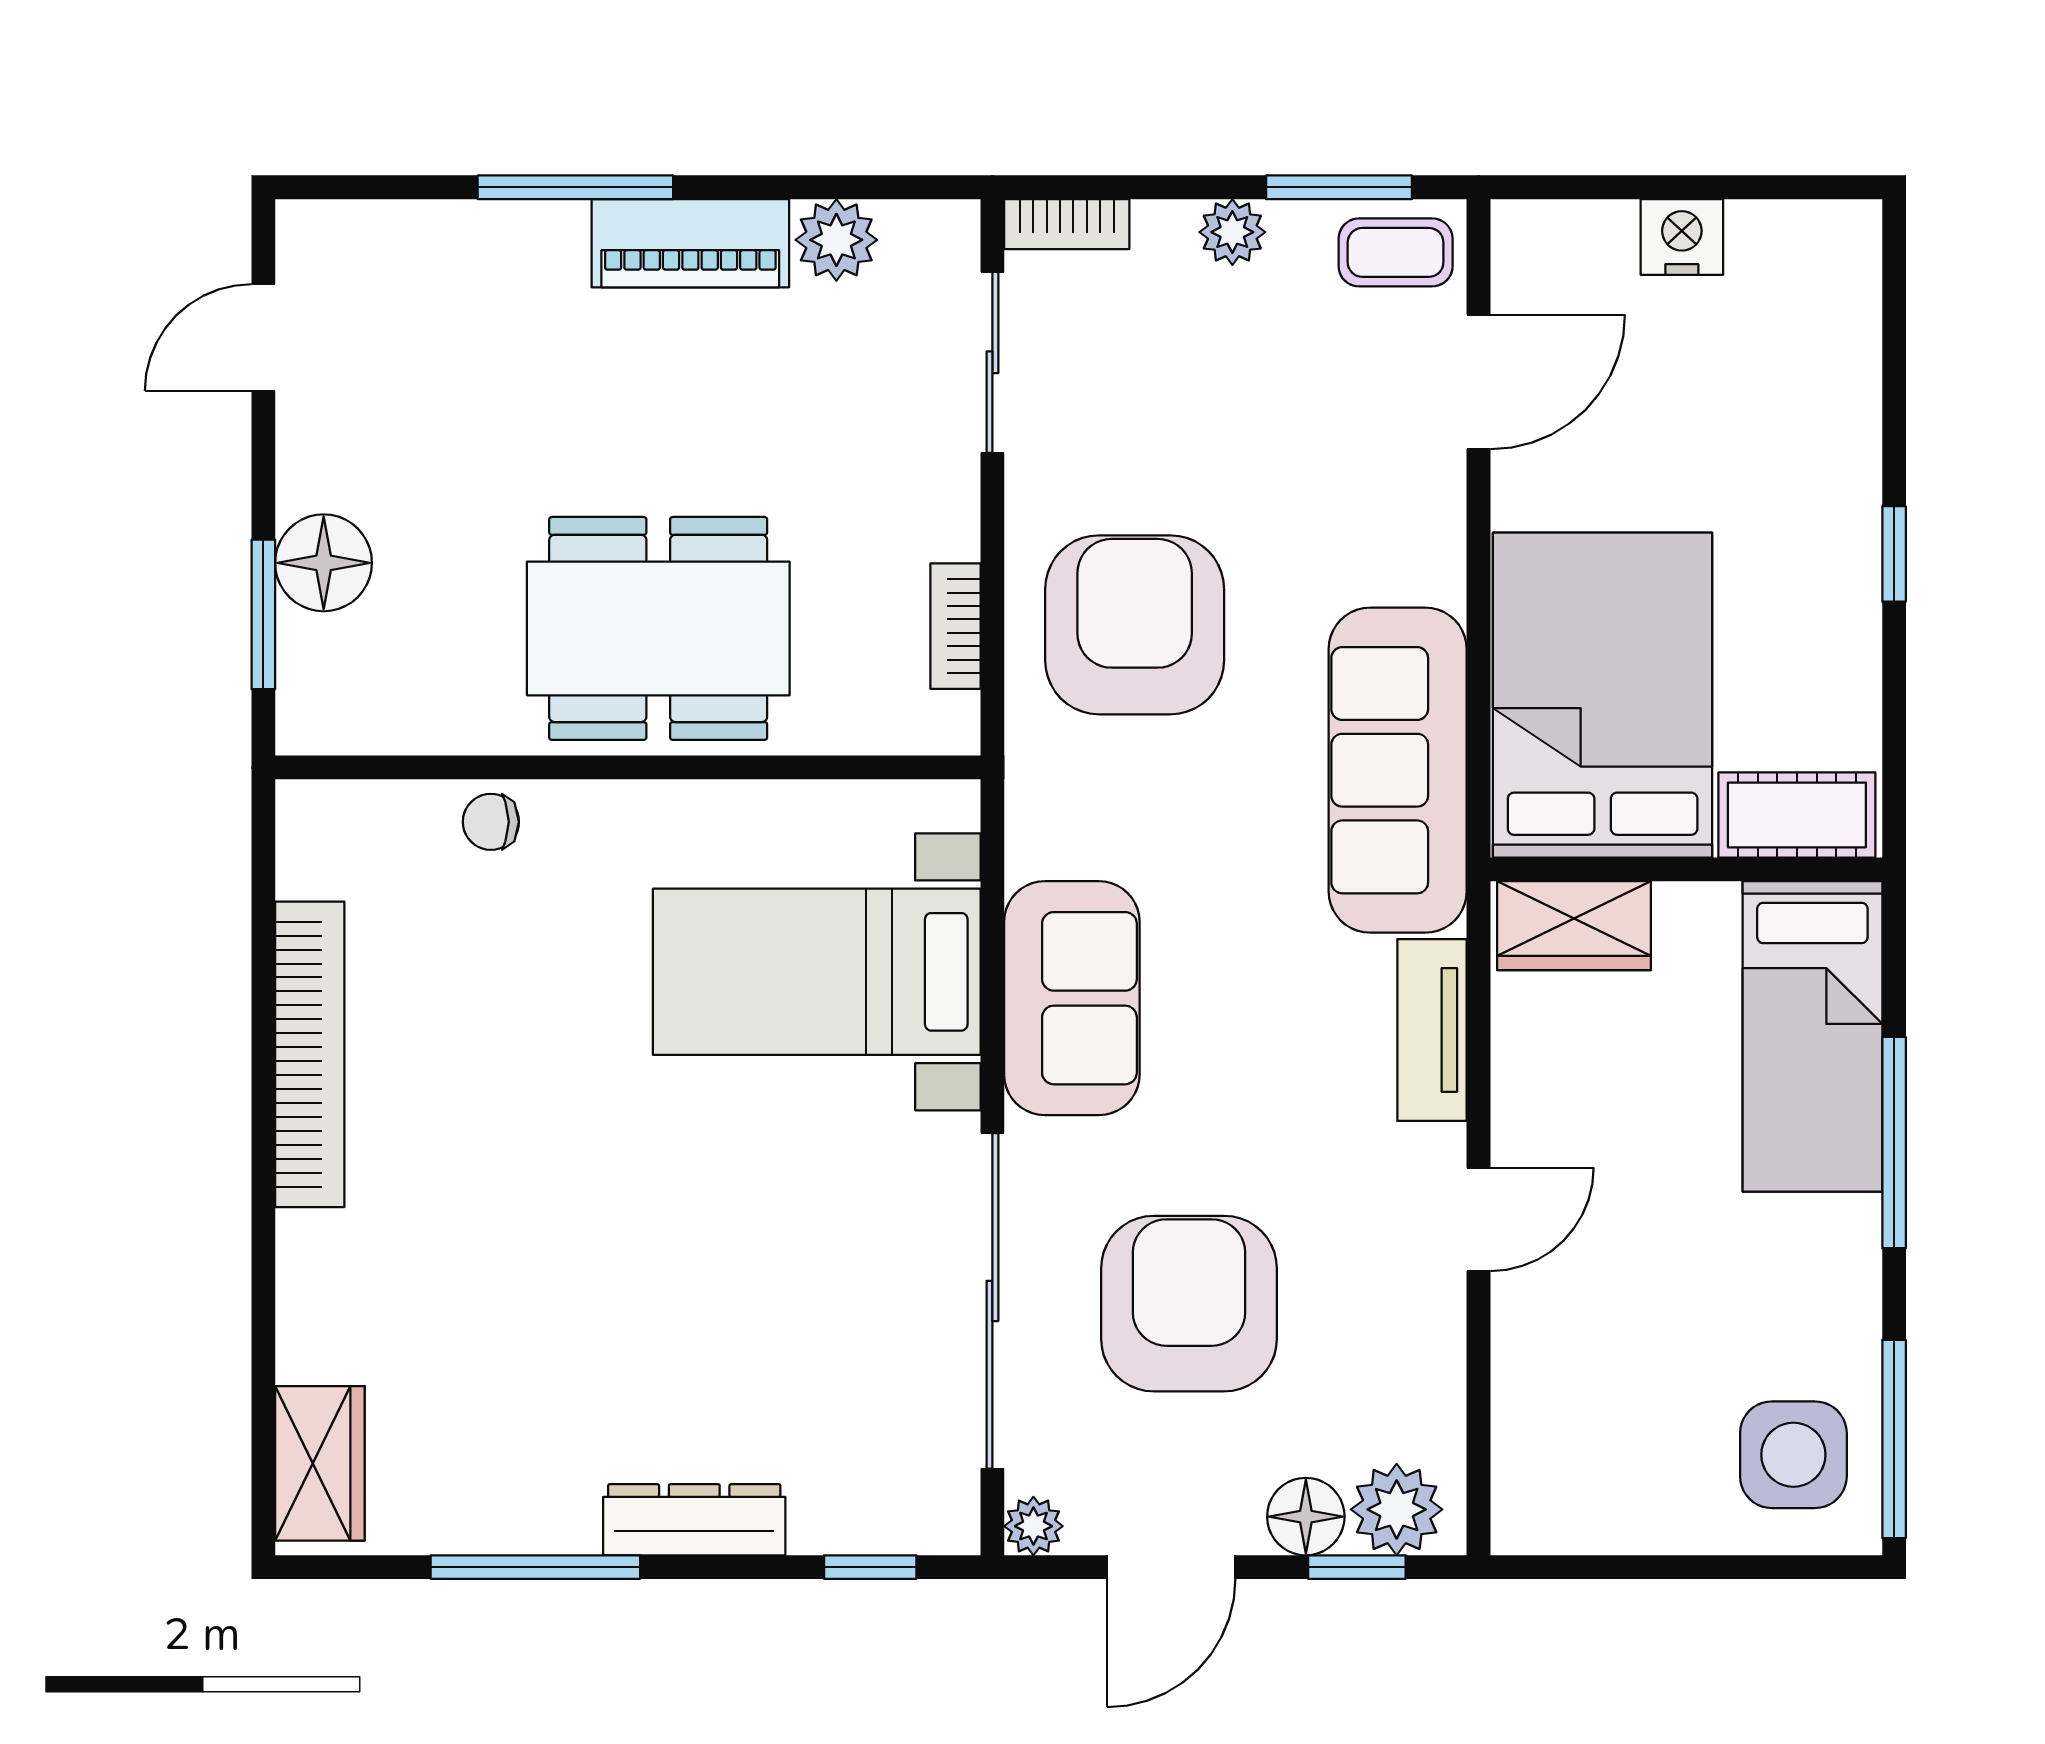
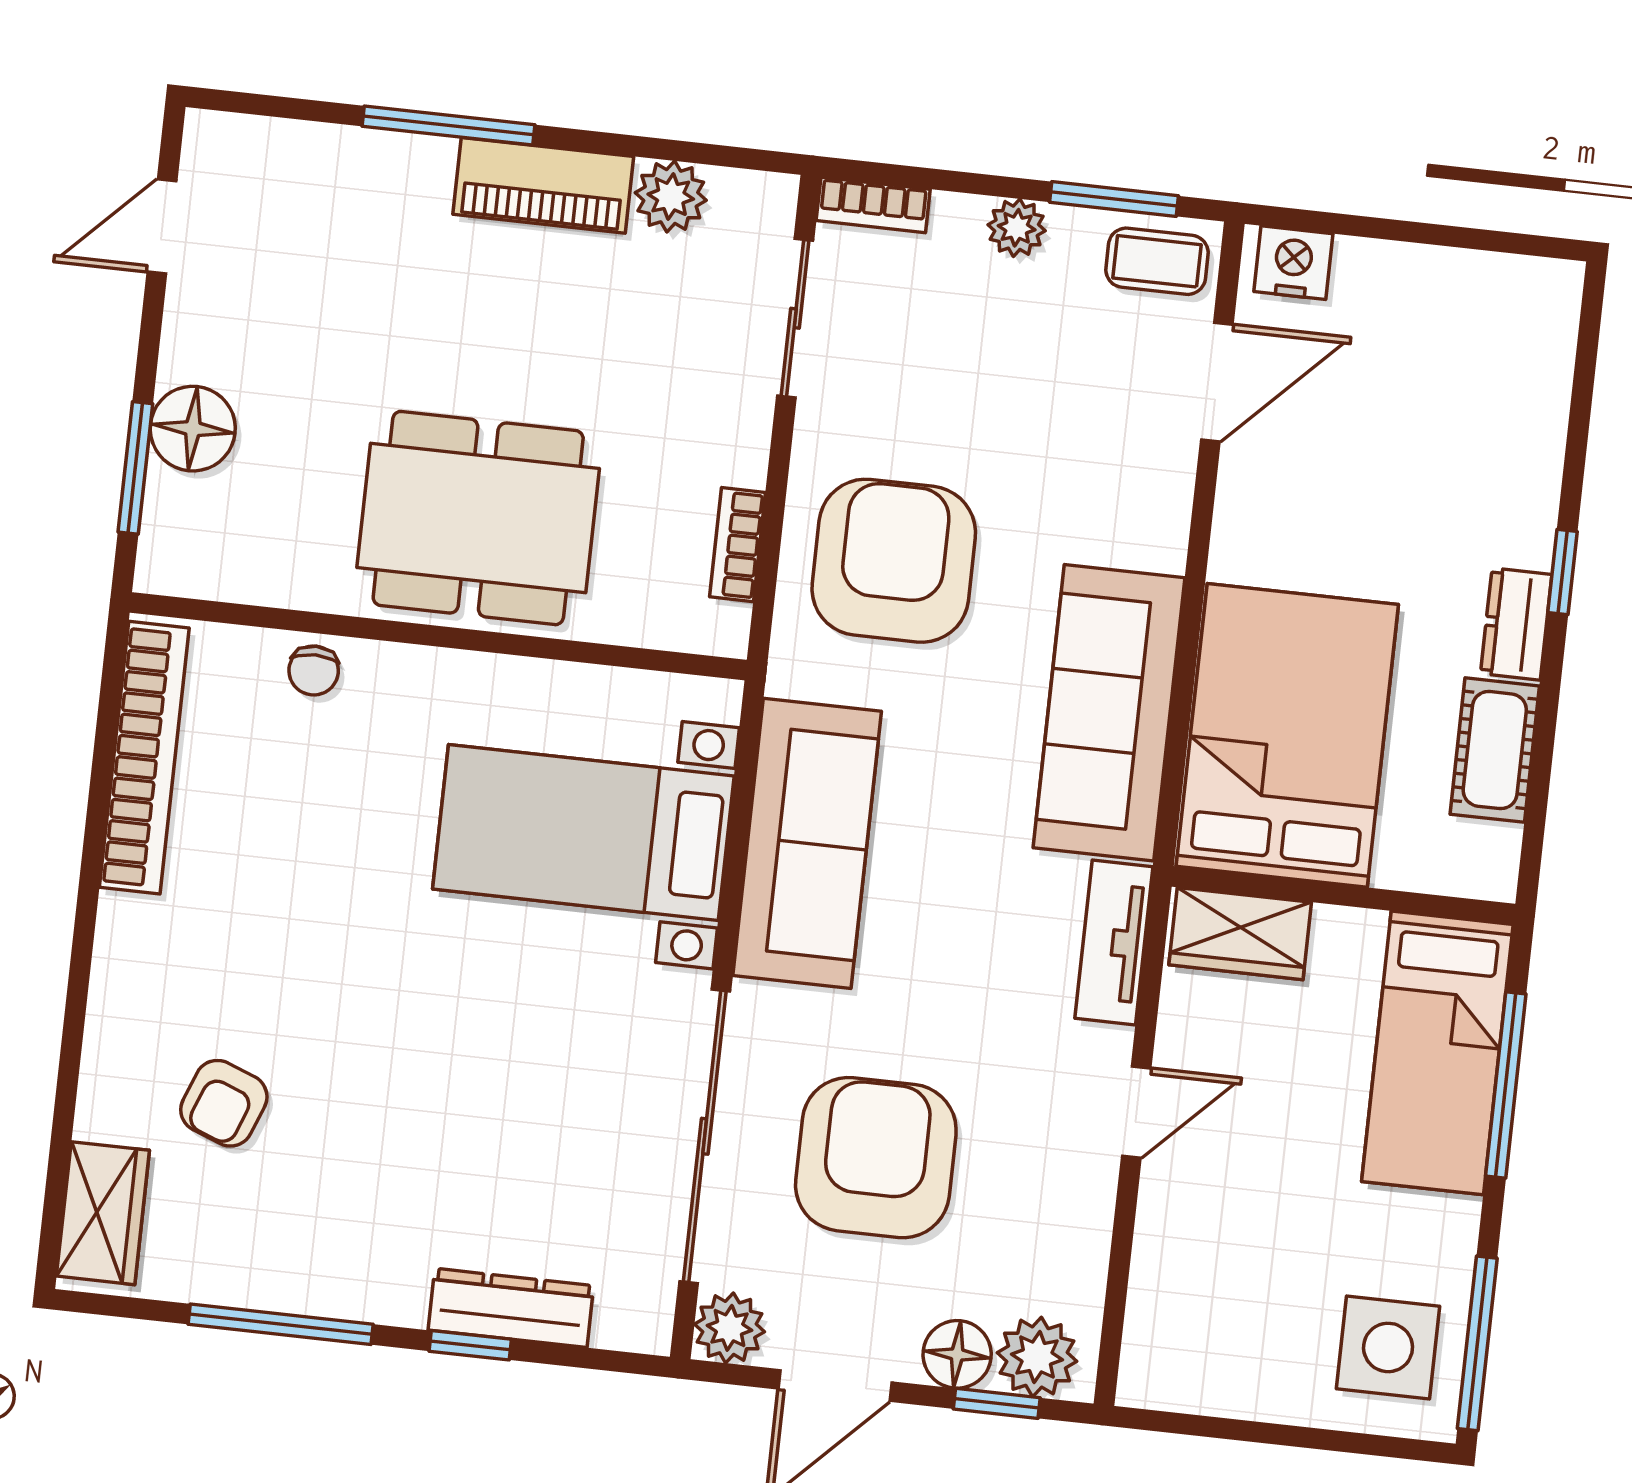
nightstand: (1682, 237) -> (1293, 263), moved
dresser: (1848, 619) -> (1516, 624), added
bed: (1603, 695) -> (1287, 735), moved
cot: (1797, 815) -> (1495, 750), moved, turned 90
chair: (491, 822) -> (314, 670), turned -90
wall: (1686, 869) -> (1343, 895), moved
wardrobe: (1574, 926) -> (1240, 934), moved
sofa: (1072, 998) -> (807, 843), width x1.36
bed: (1812, 1036) -> (1437, 1053), moved
bookcase: (310, 1054) -> (144, 758), moved
armchair: (443, 1324) -> (224, 1103), added
dresser: (694, 1520) -> (511, 1308), moved
plant: (1033, 1526) -> (730, 1328), width x1.38, depth x1.38
window: (870, 1567) -> (470, 1345), moved

